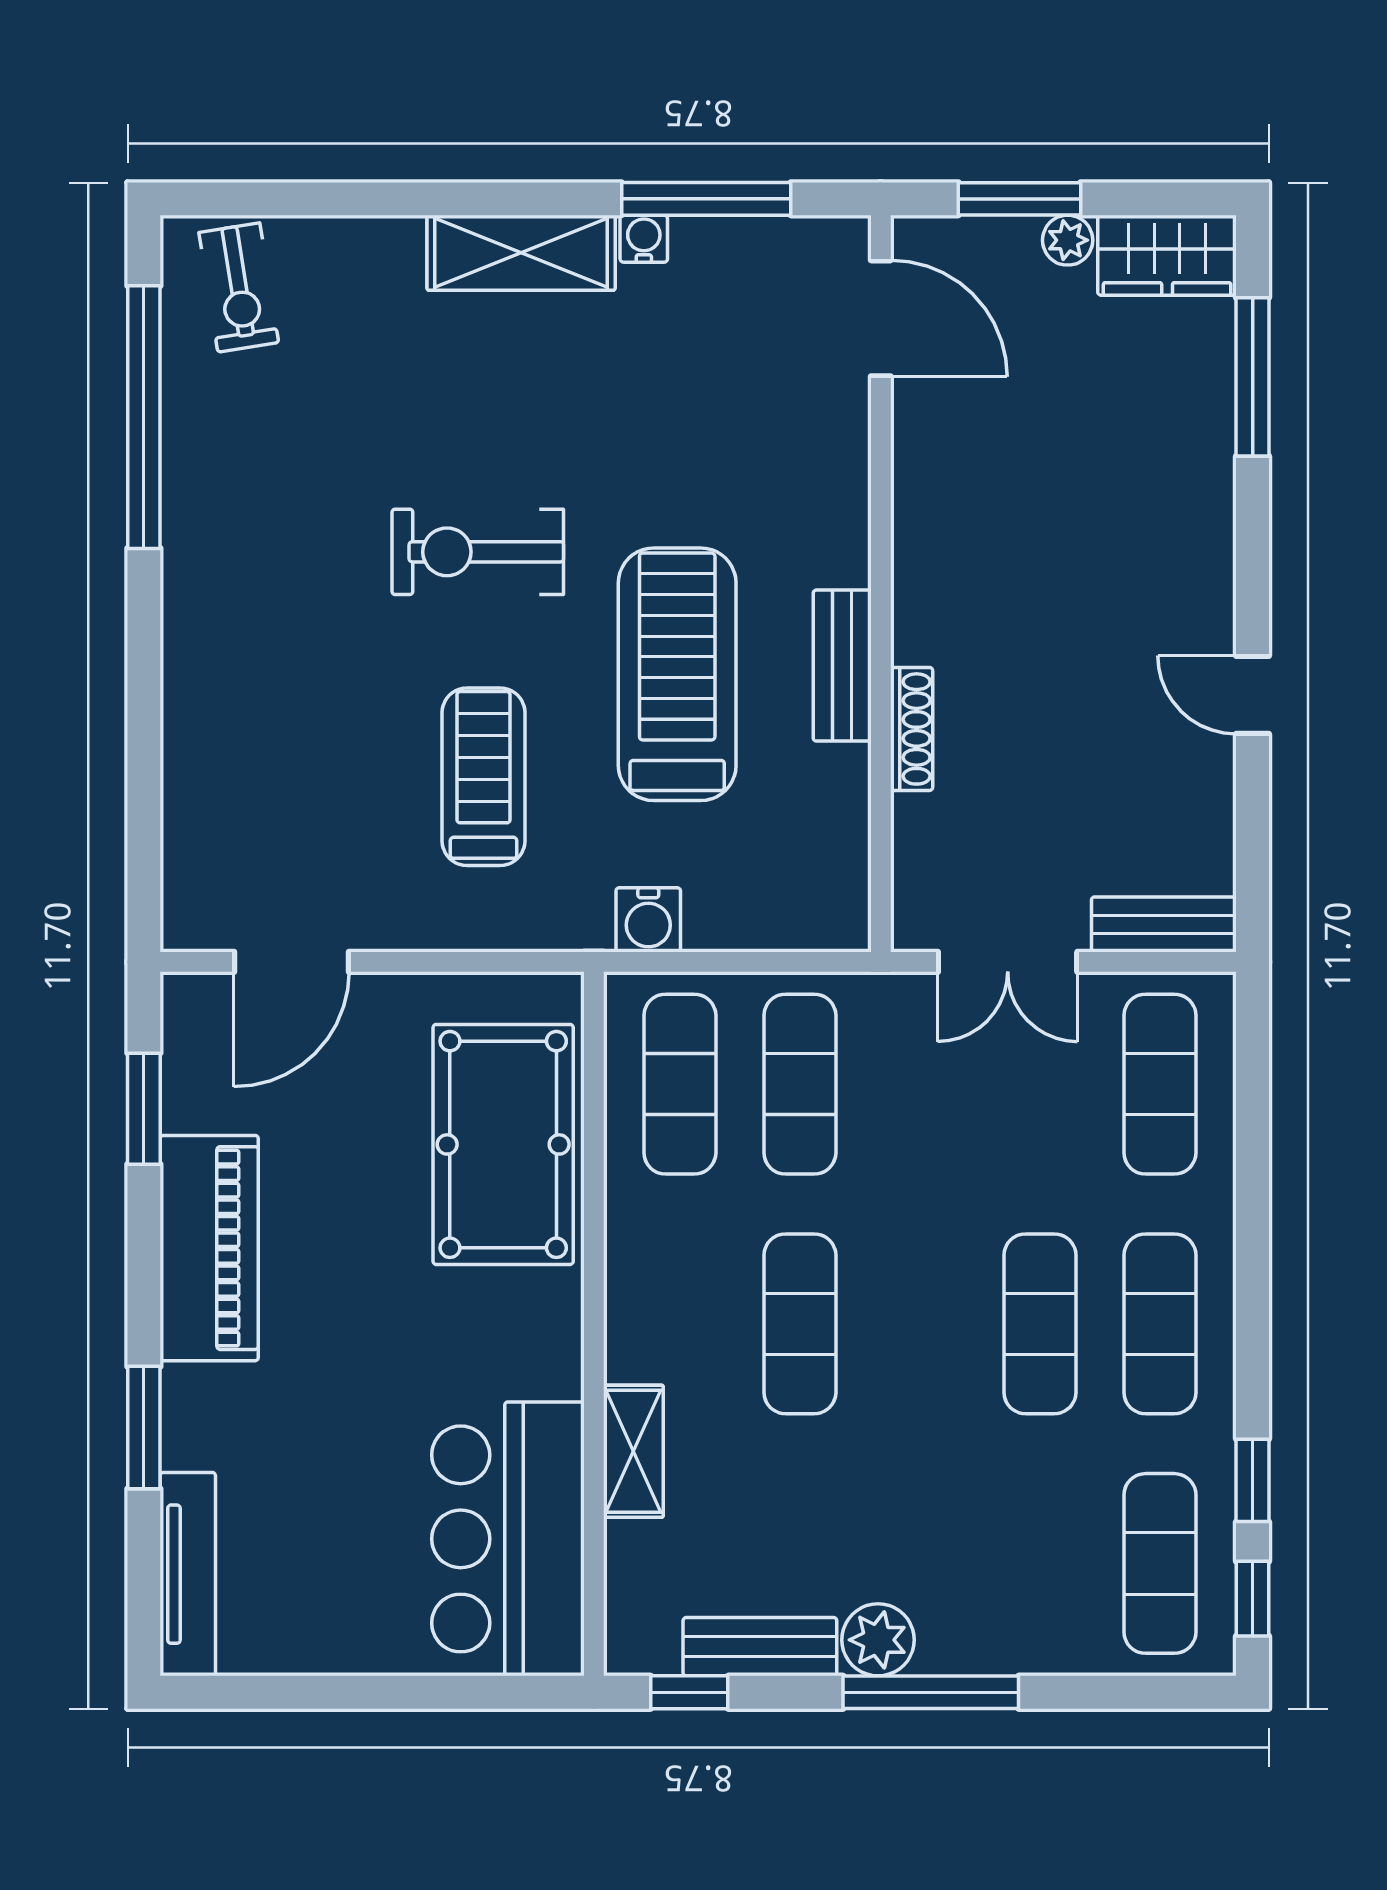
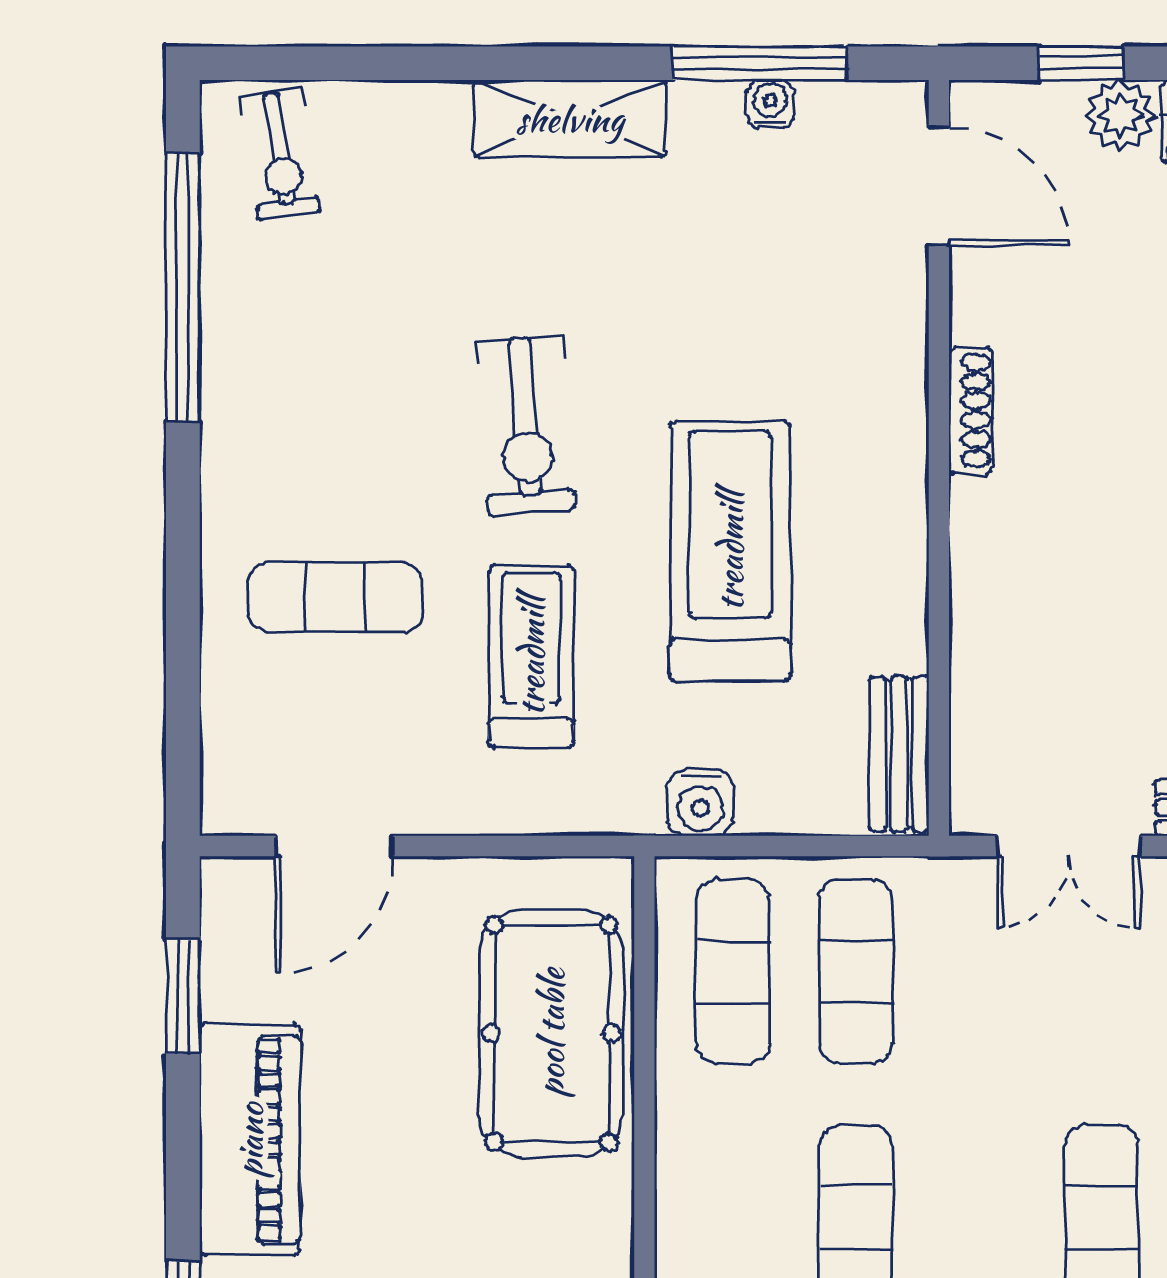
window: (1020, 199) -> (1081, 63), width x0.67
water cooler: (644, 239) -> (770, 104), moved
plant: (1068, 240) -> (1121, 115), width x1.38, depth x1.38
exercise bike: (478, 552) -> (525, 425), turned -94
bench: (842, 666) -> (899, 754), moved
exercise mat: (292, 719) -> (335, 597), added
shoe rack: (912, 729) -> (970, 411), moved

